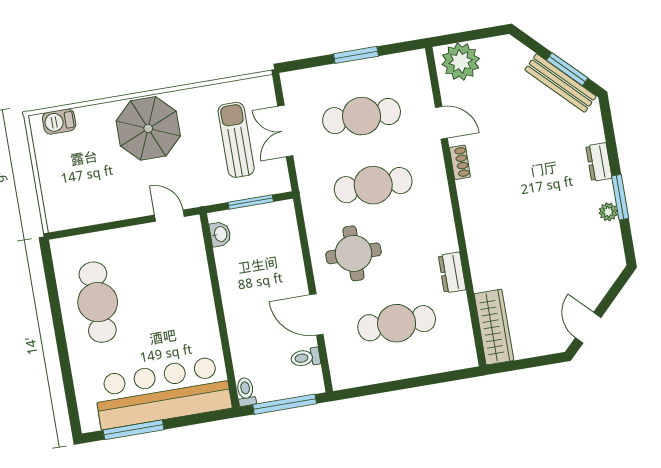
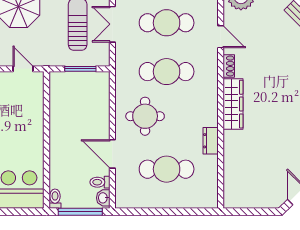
washbasin: (220, 234) -> (103, 198), moved, turned 180
wardrobe: (494, 327) -> (233, 104), moved

